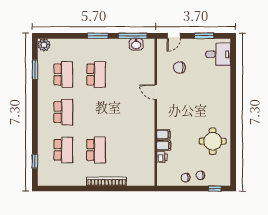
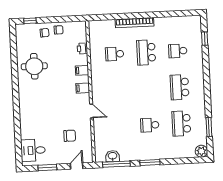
school desk: (96, 74) -> (150, 125), width x0.54
filing cabinet: (164, 146) -> (83, 88), moved
school desk: (63, 150) -> (178, 51), width x0.54
school desk: (129, 150) -> (115, 54), added

